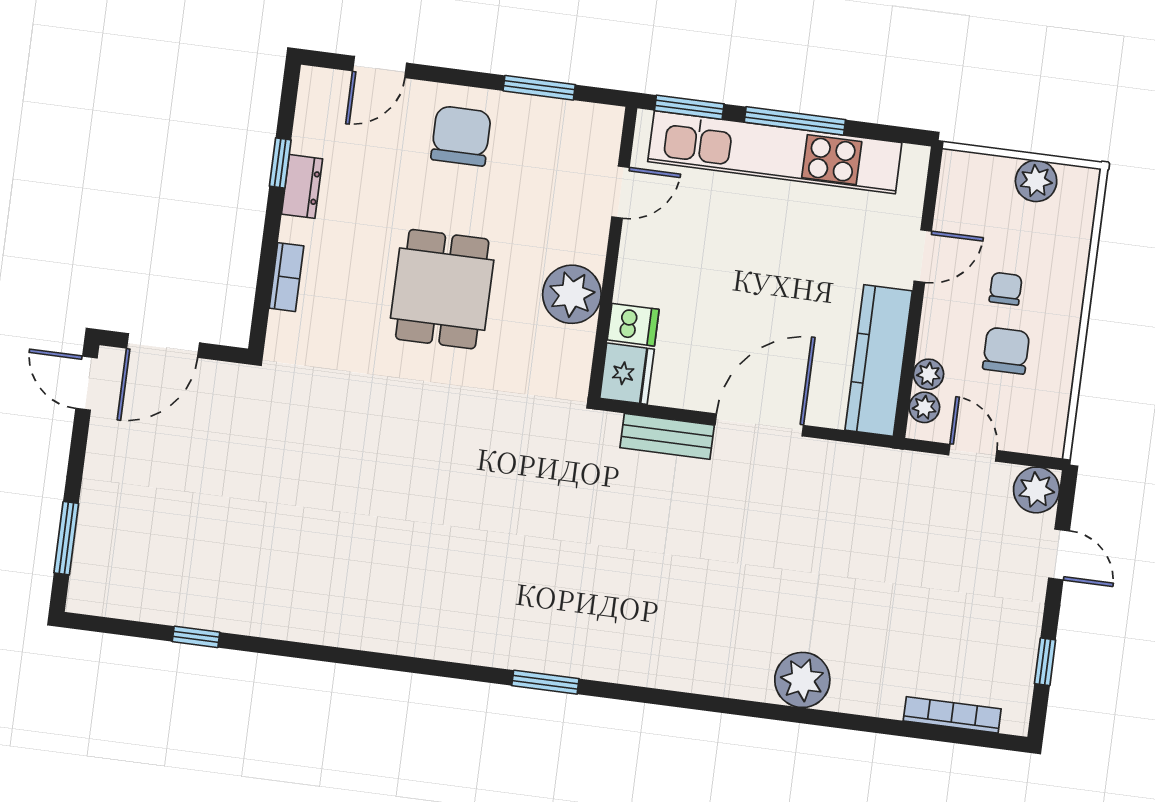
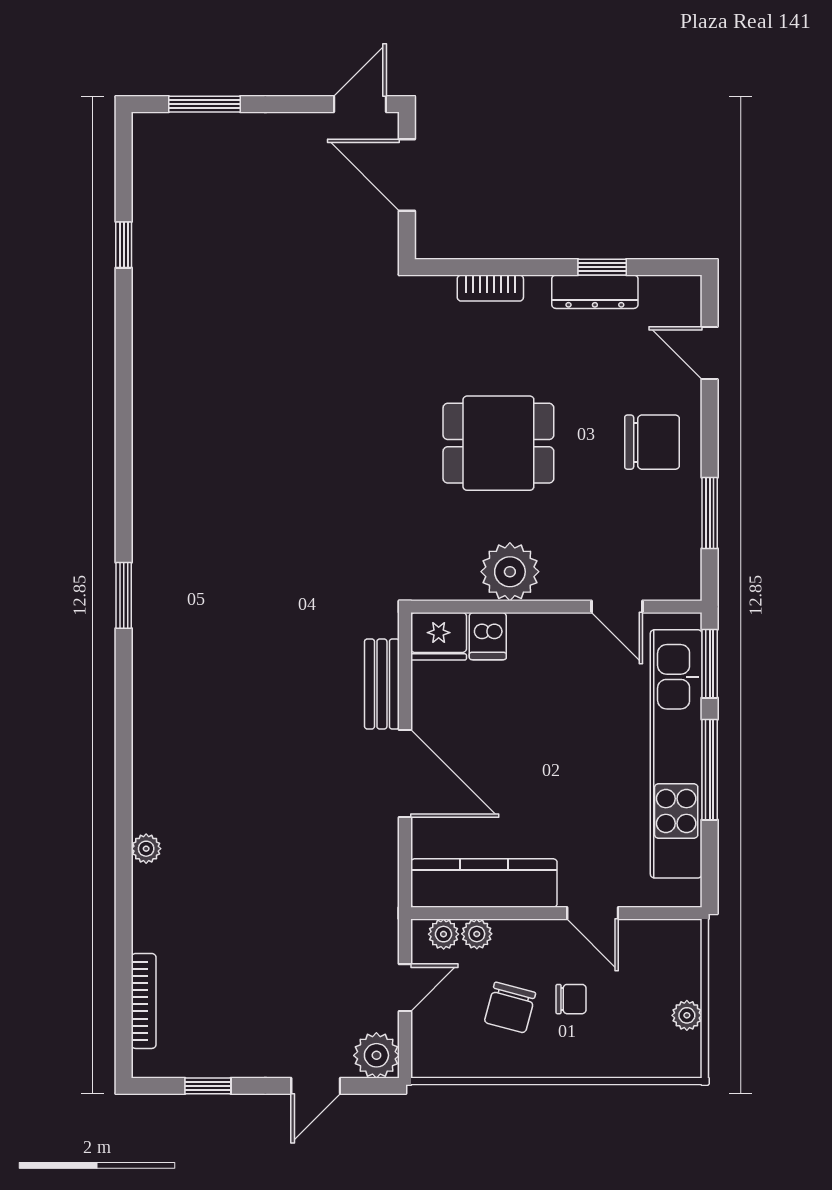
plant: (1036, 181) -> (687, 1015), width x0.73, depth x0.73
dresser: (302, 186) -> (595, 292), width x1.44
chair: (1006, 351) -> (510, 1008), turned 105
plant: (802, 680) -> (146, 849), width x0.53, depth x0.53

